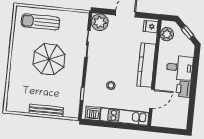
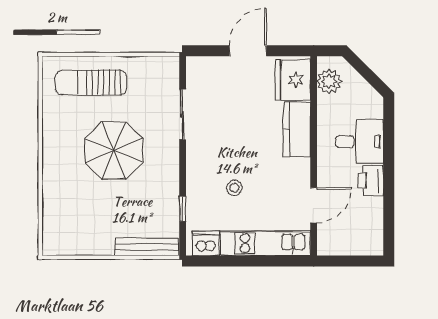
plant: (100, 22) -> (202, 72), removed
fridge: (151, 26) -> (293, 80), width x1.88, depth x1.34
window: (188, 32) -> (367, 74), removed
kitchen counter: (146, 65) -> (297, 129), width x0.67
bench: (46, 111) -> (147, 247), moved

